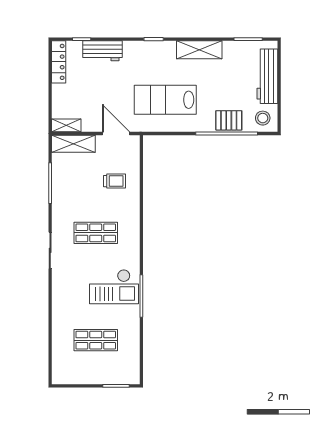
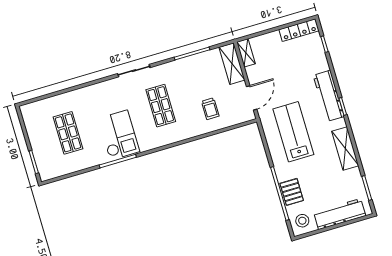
workbench: (103, 51) -> (329, 96), moved, width x1.38
checkout: (114, 287) -> (119, 135), turned 180

